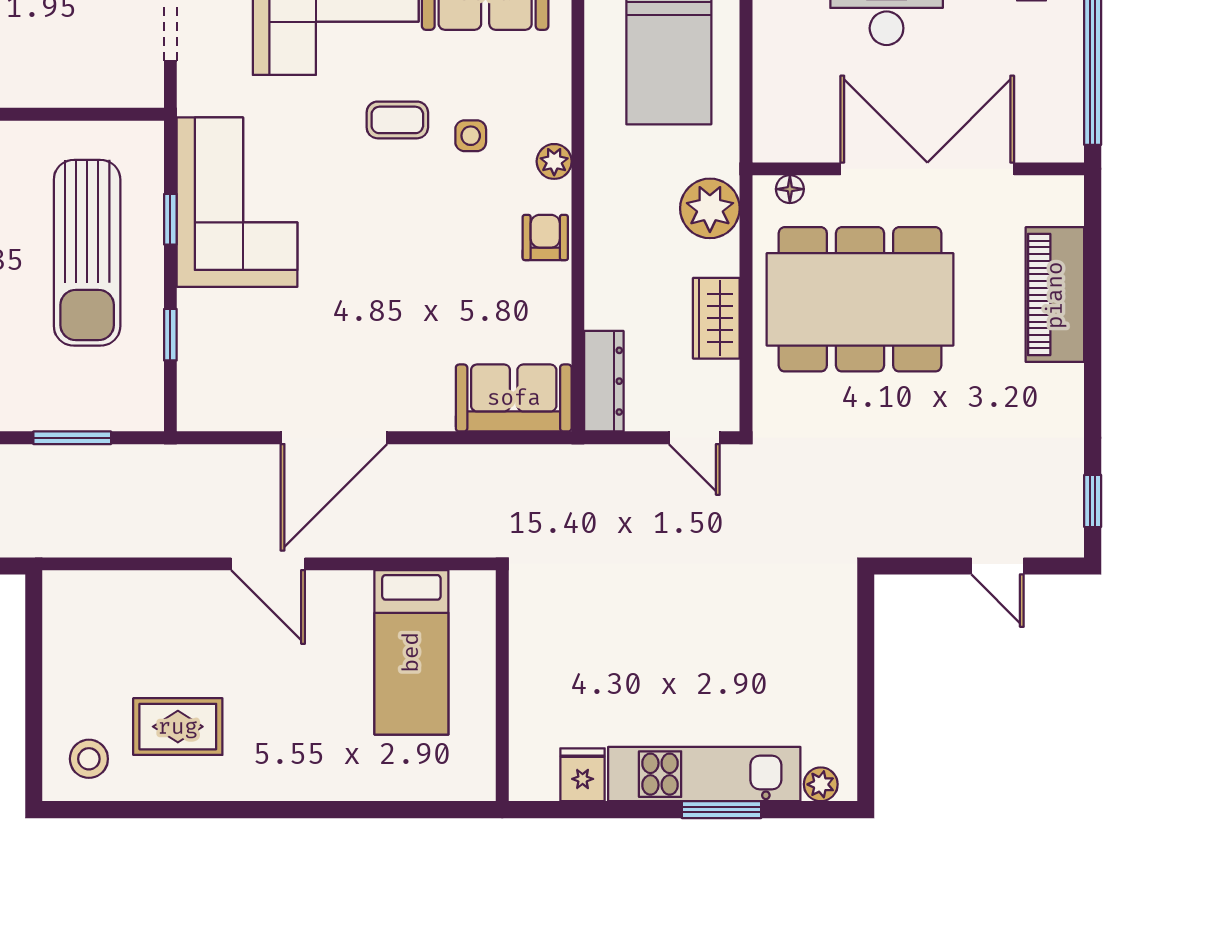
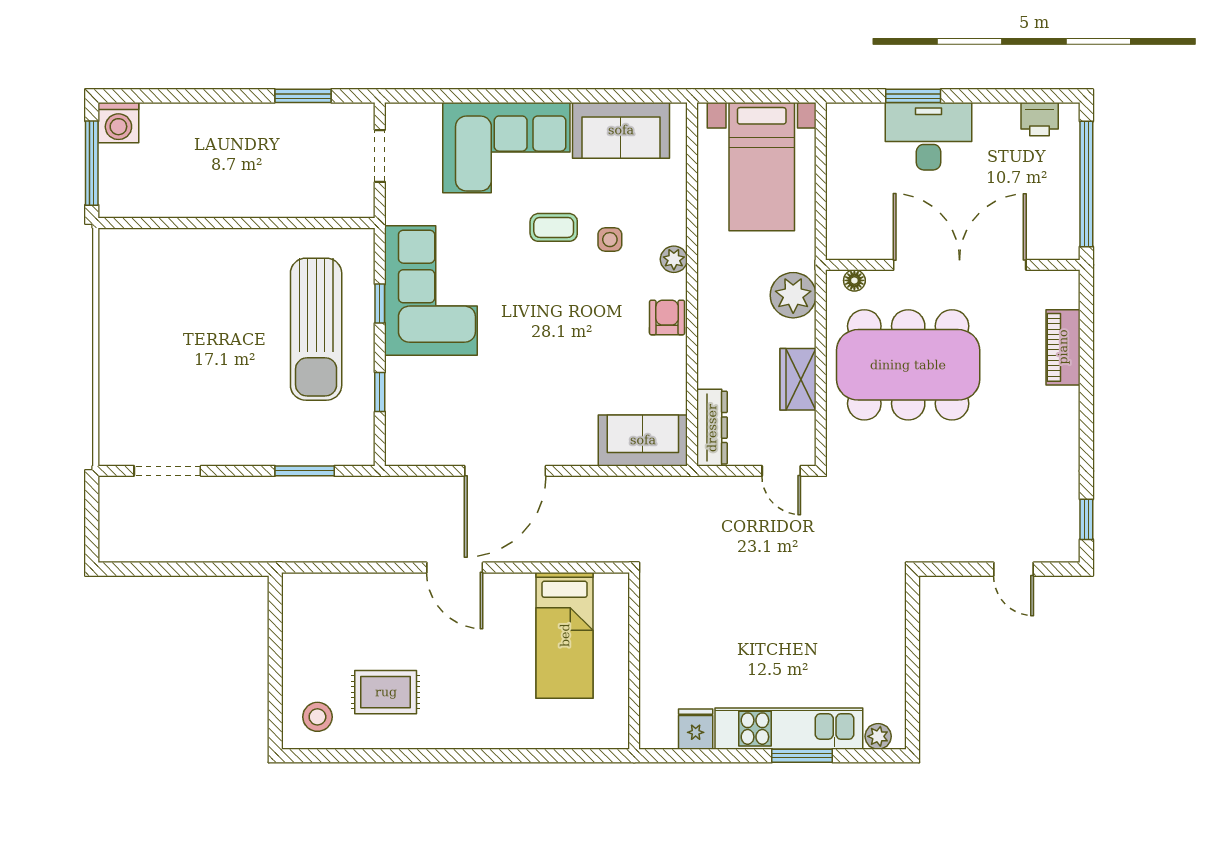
piano: (1055, 295) -> (1063, 347), width x0.73, depth x0.75

